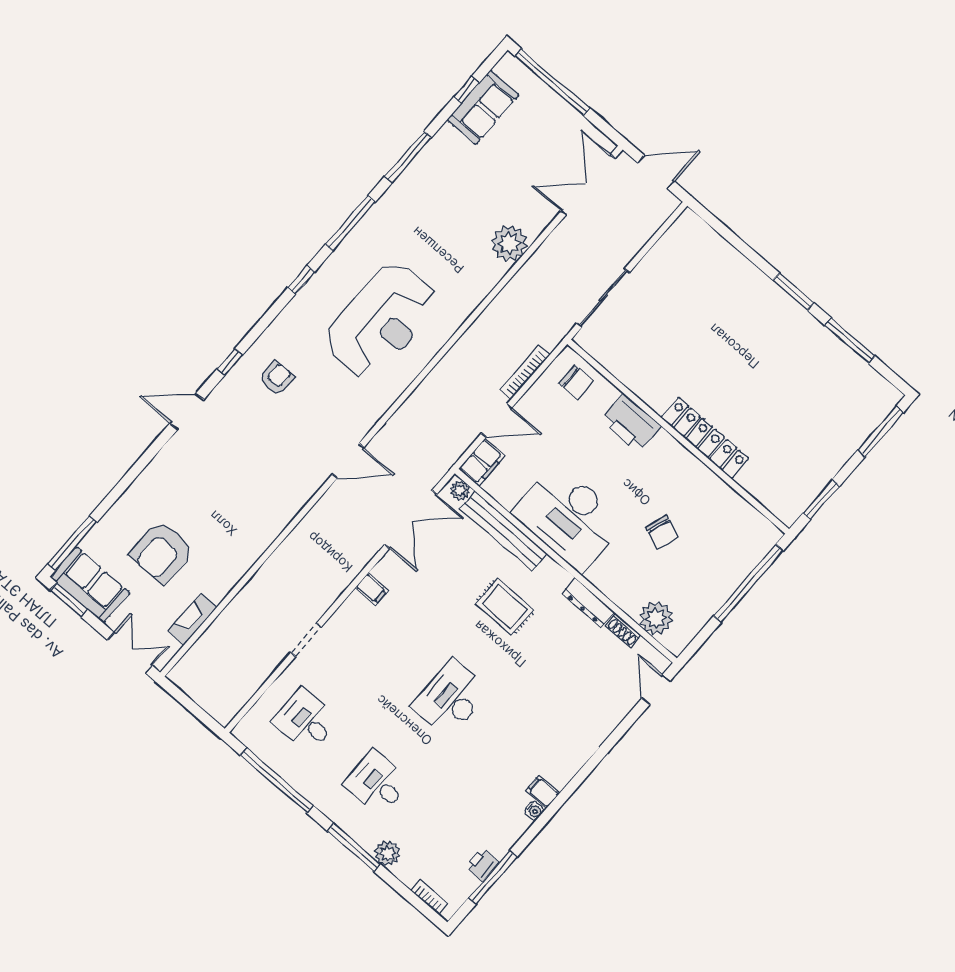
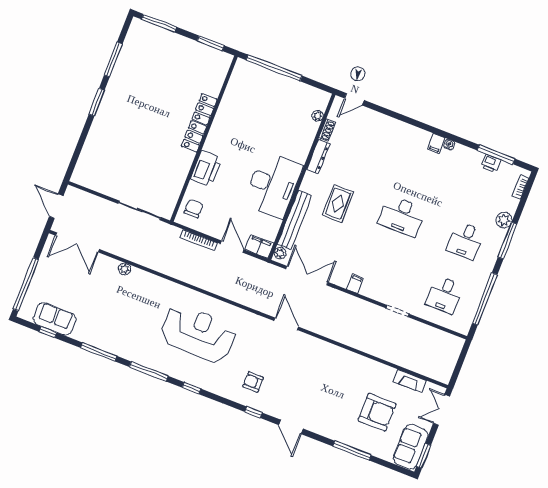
plant: (509, 243) -> (125, 269), width x0.53, depth x0.53
chair: (662, 532) -> (262, 128), removed
window: (73, 543) -> (352, 451), moved
plant: (656, 618) -> (318, 116), width x0.53, depth x0.53

